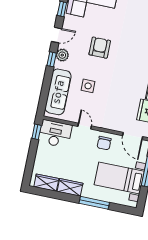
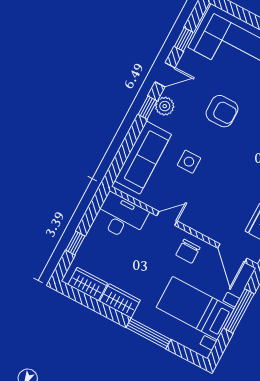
armchair: (100, 48) -> (222, 111), turned 90
door: (85, 126) -> (167, 218), hinge flipped
window: (37, 132) -> (75, 243), moved

